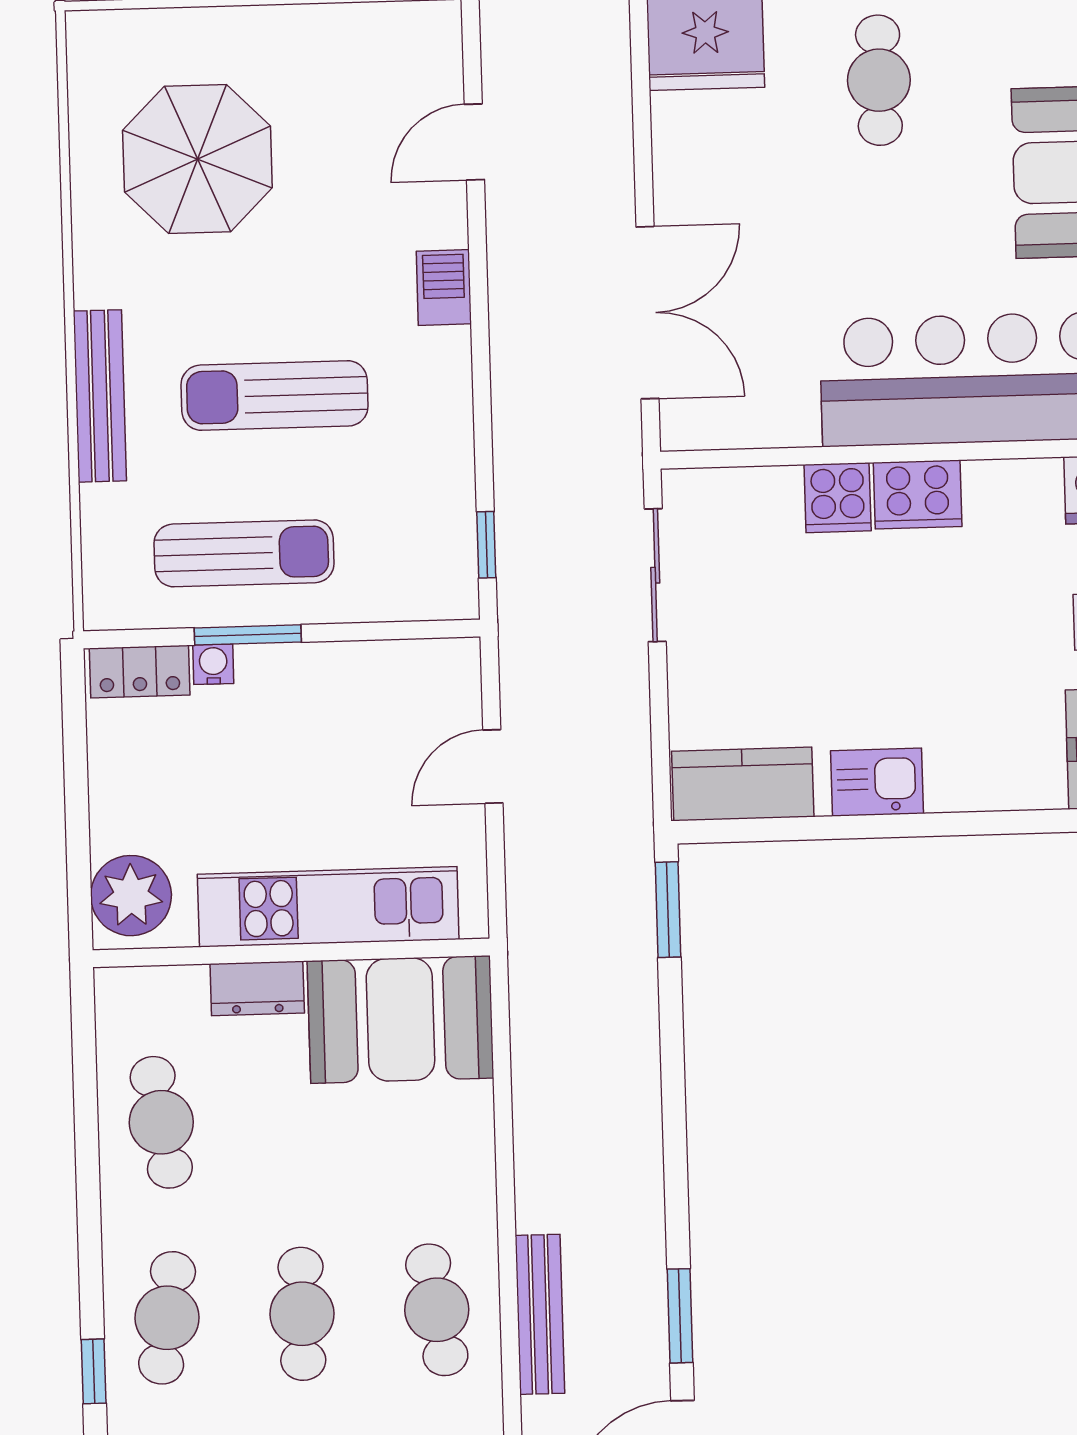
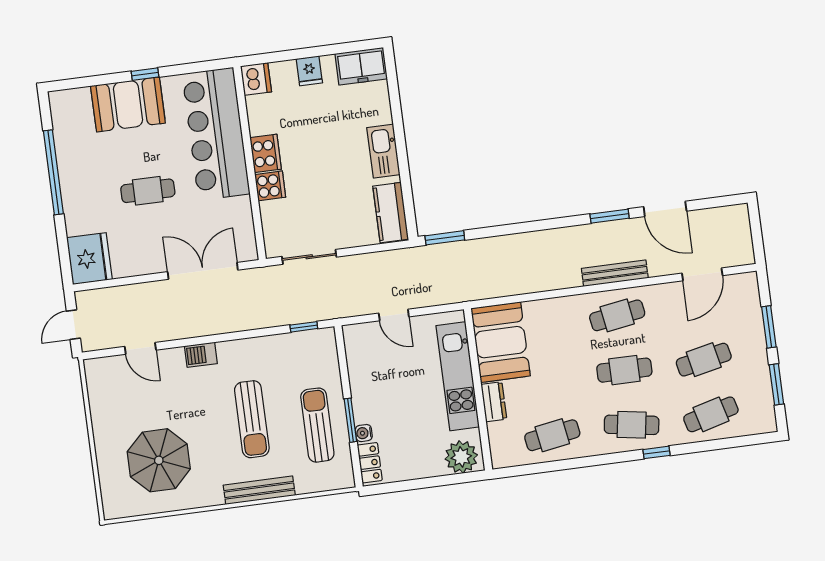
cafe table: (879, 80) -> (148, 191), moved
kitchen sink: (877, 782) -> (383, 151), width x1.38

